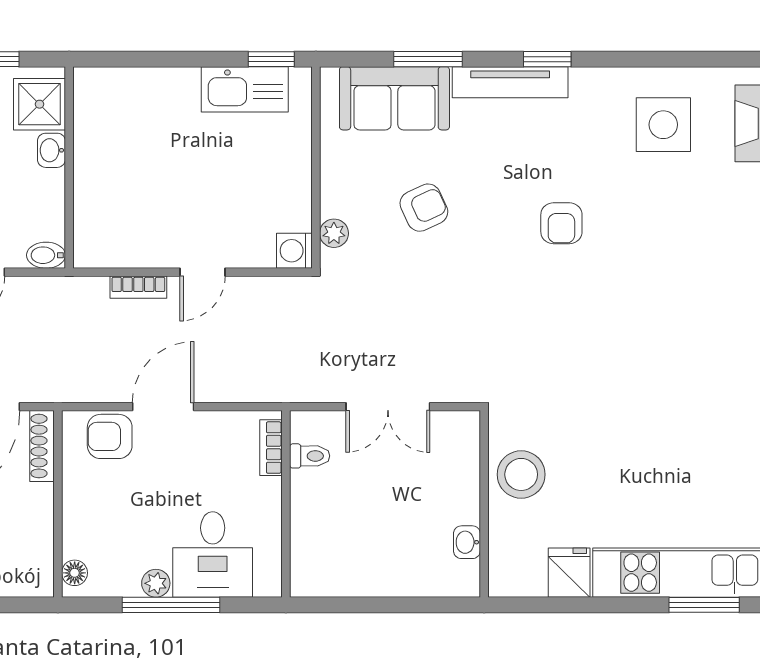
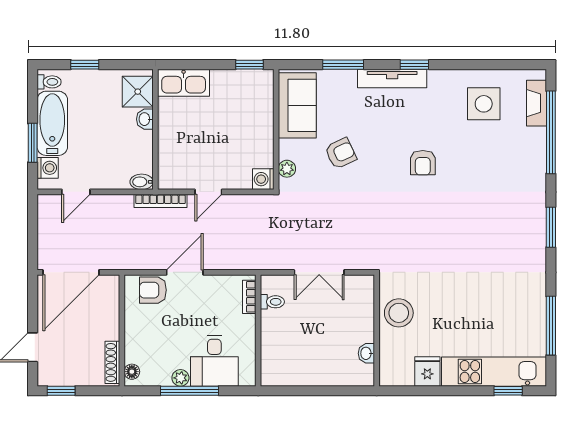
kitchen sink: (245, 89) -> (184, 83), moved
sofa: (394, 98) -> (297, 105), moved, turned -90
shower: (40, 104) -> (138, 92), moved
washbasin: (51, 150) -> (145, 119), moved
wall: (69, 167) -> (155, 129), moved
bidet: (46, 255) -> (142, 182), moved
bookcase: (138, 287) -> (161, 201), width x1.56
shoe rack: (42, 446) -> (112, 362), moved
window: (704, 605) -> (508, 391), width x0.67

